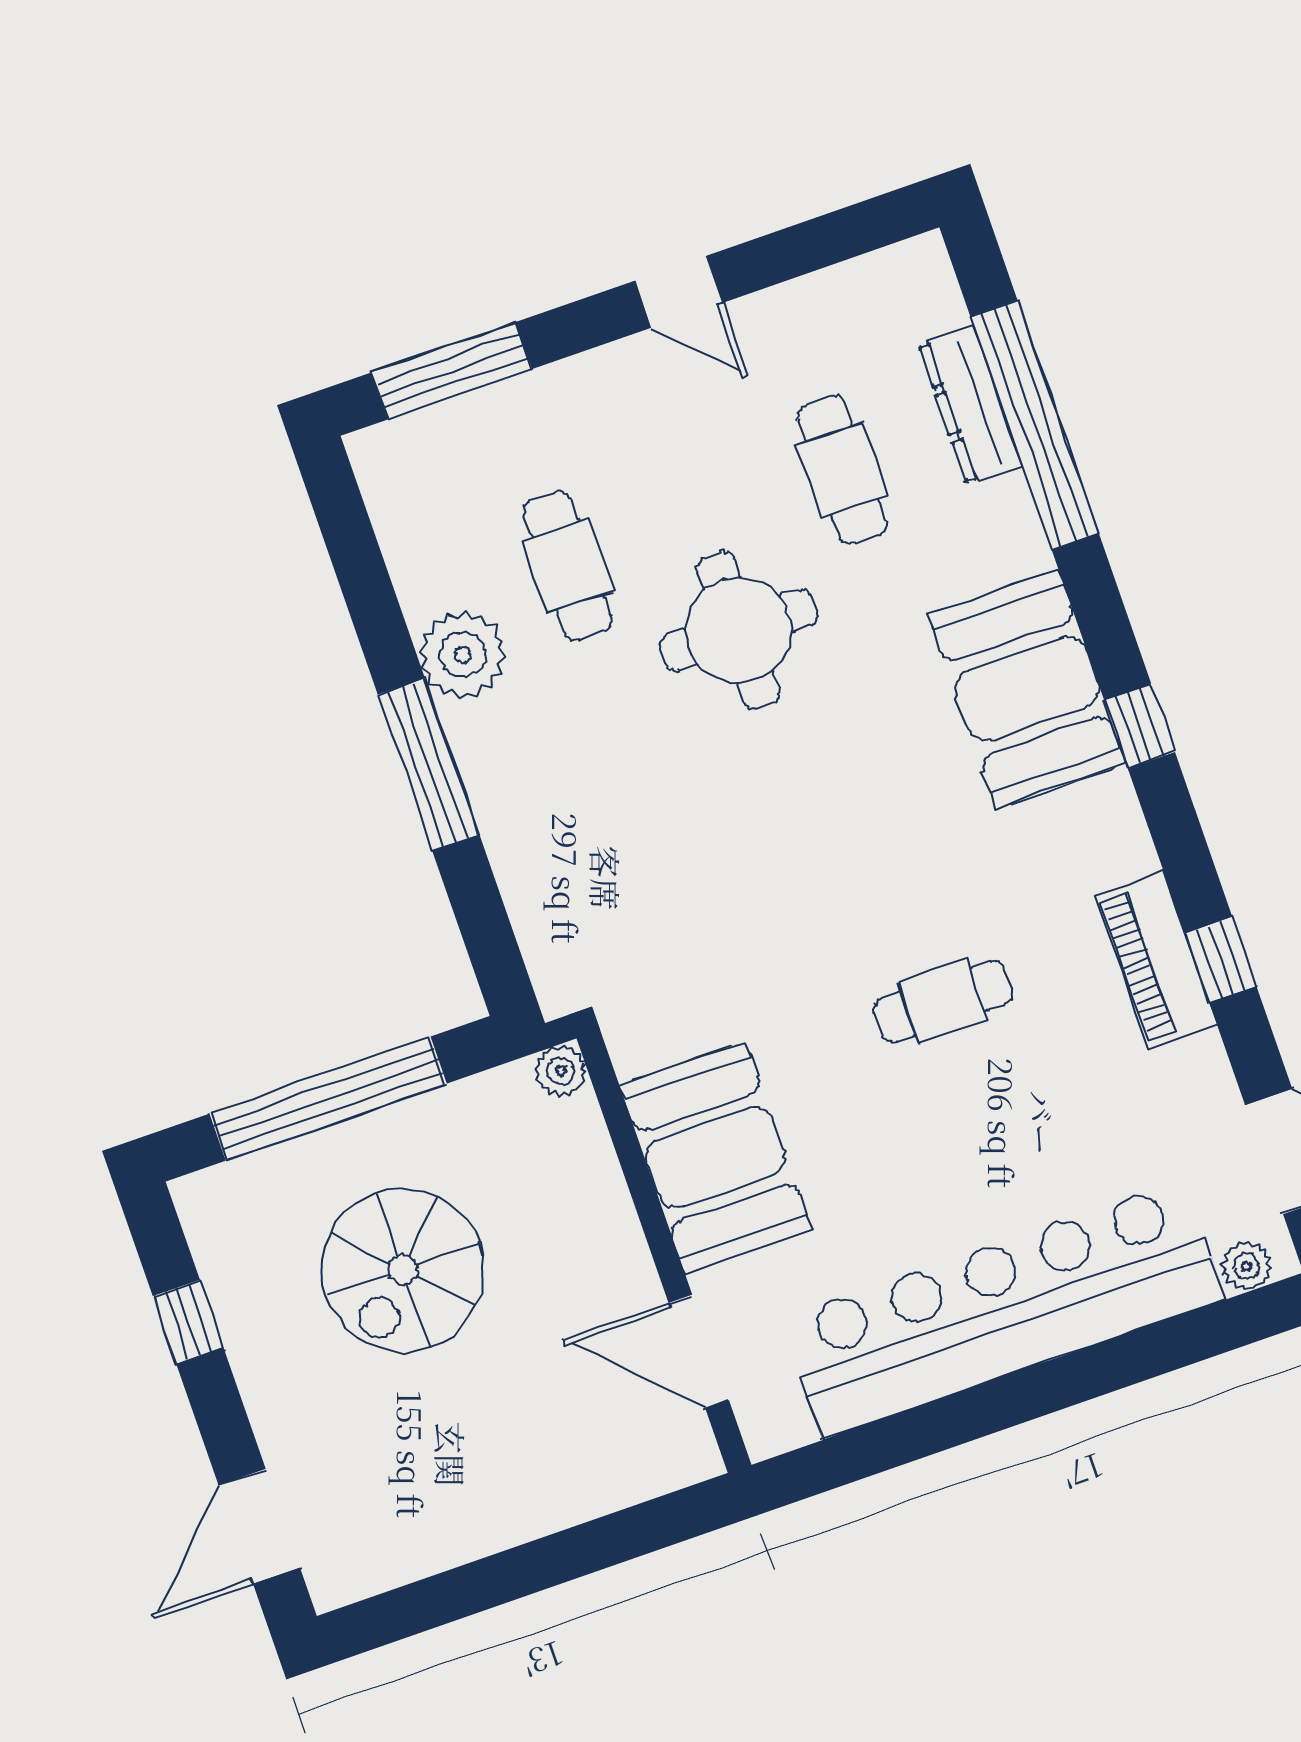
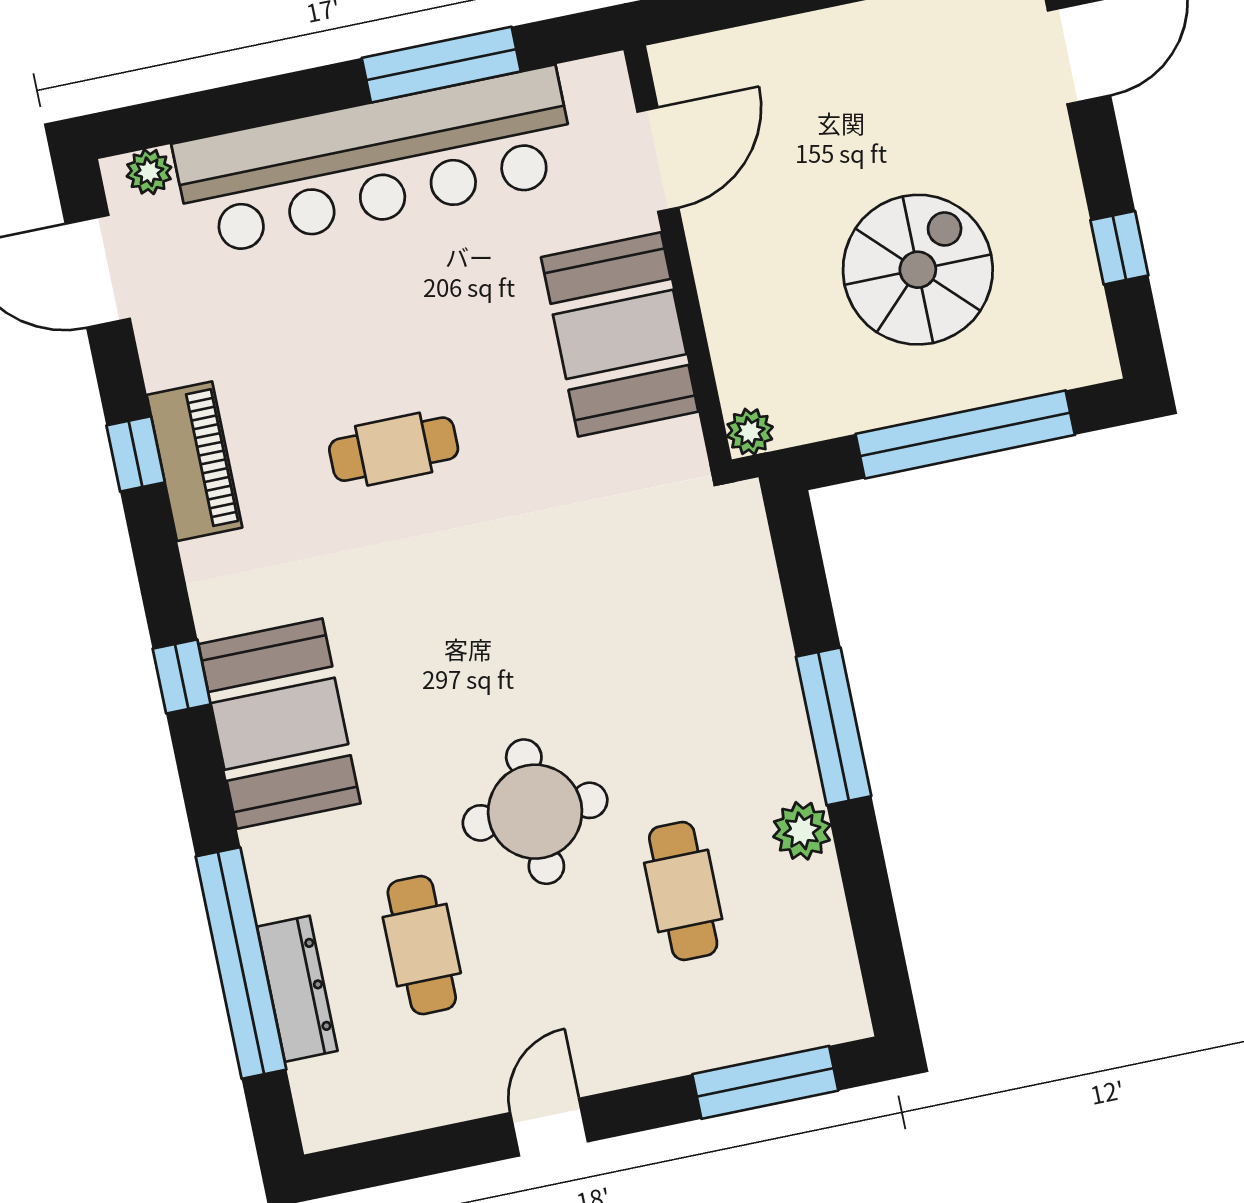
door: (679, 292) -> (549, 1127), hinge flipped
plant: (463, 655) -> (802, 831), width x0.73, depth x0.73
door: (699, 1351) -> (658, 160), hinge flipped
window: (946, 1423) -> (441, 65), added

